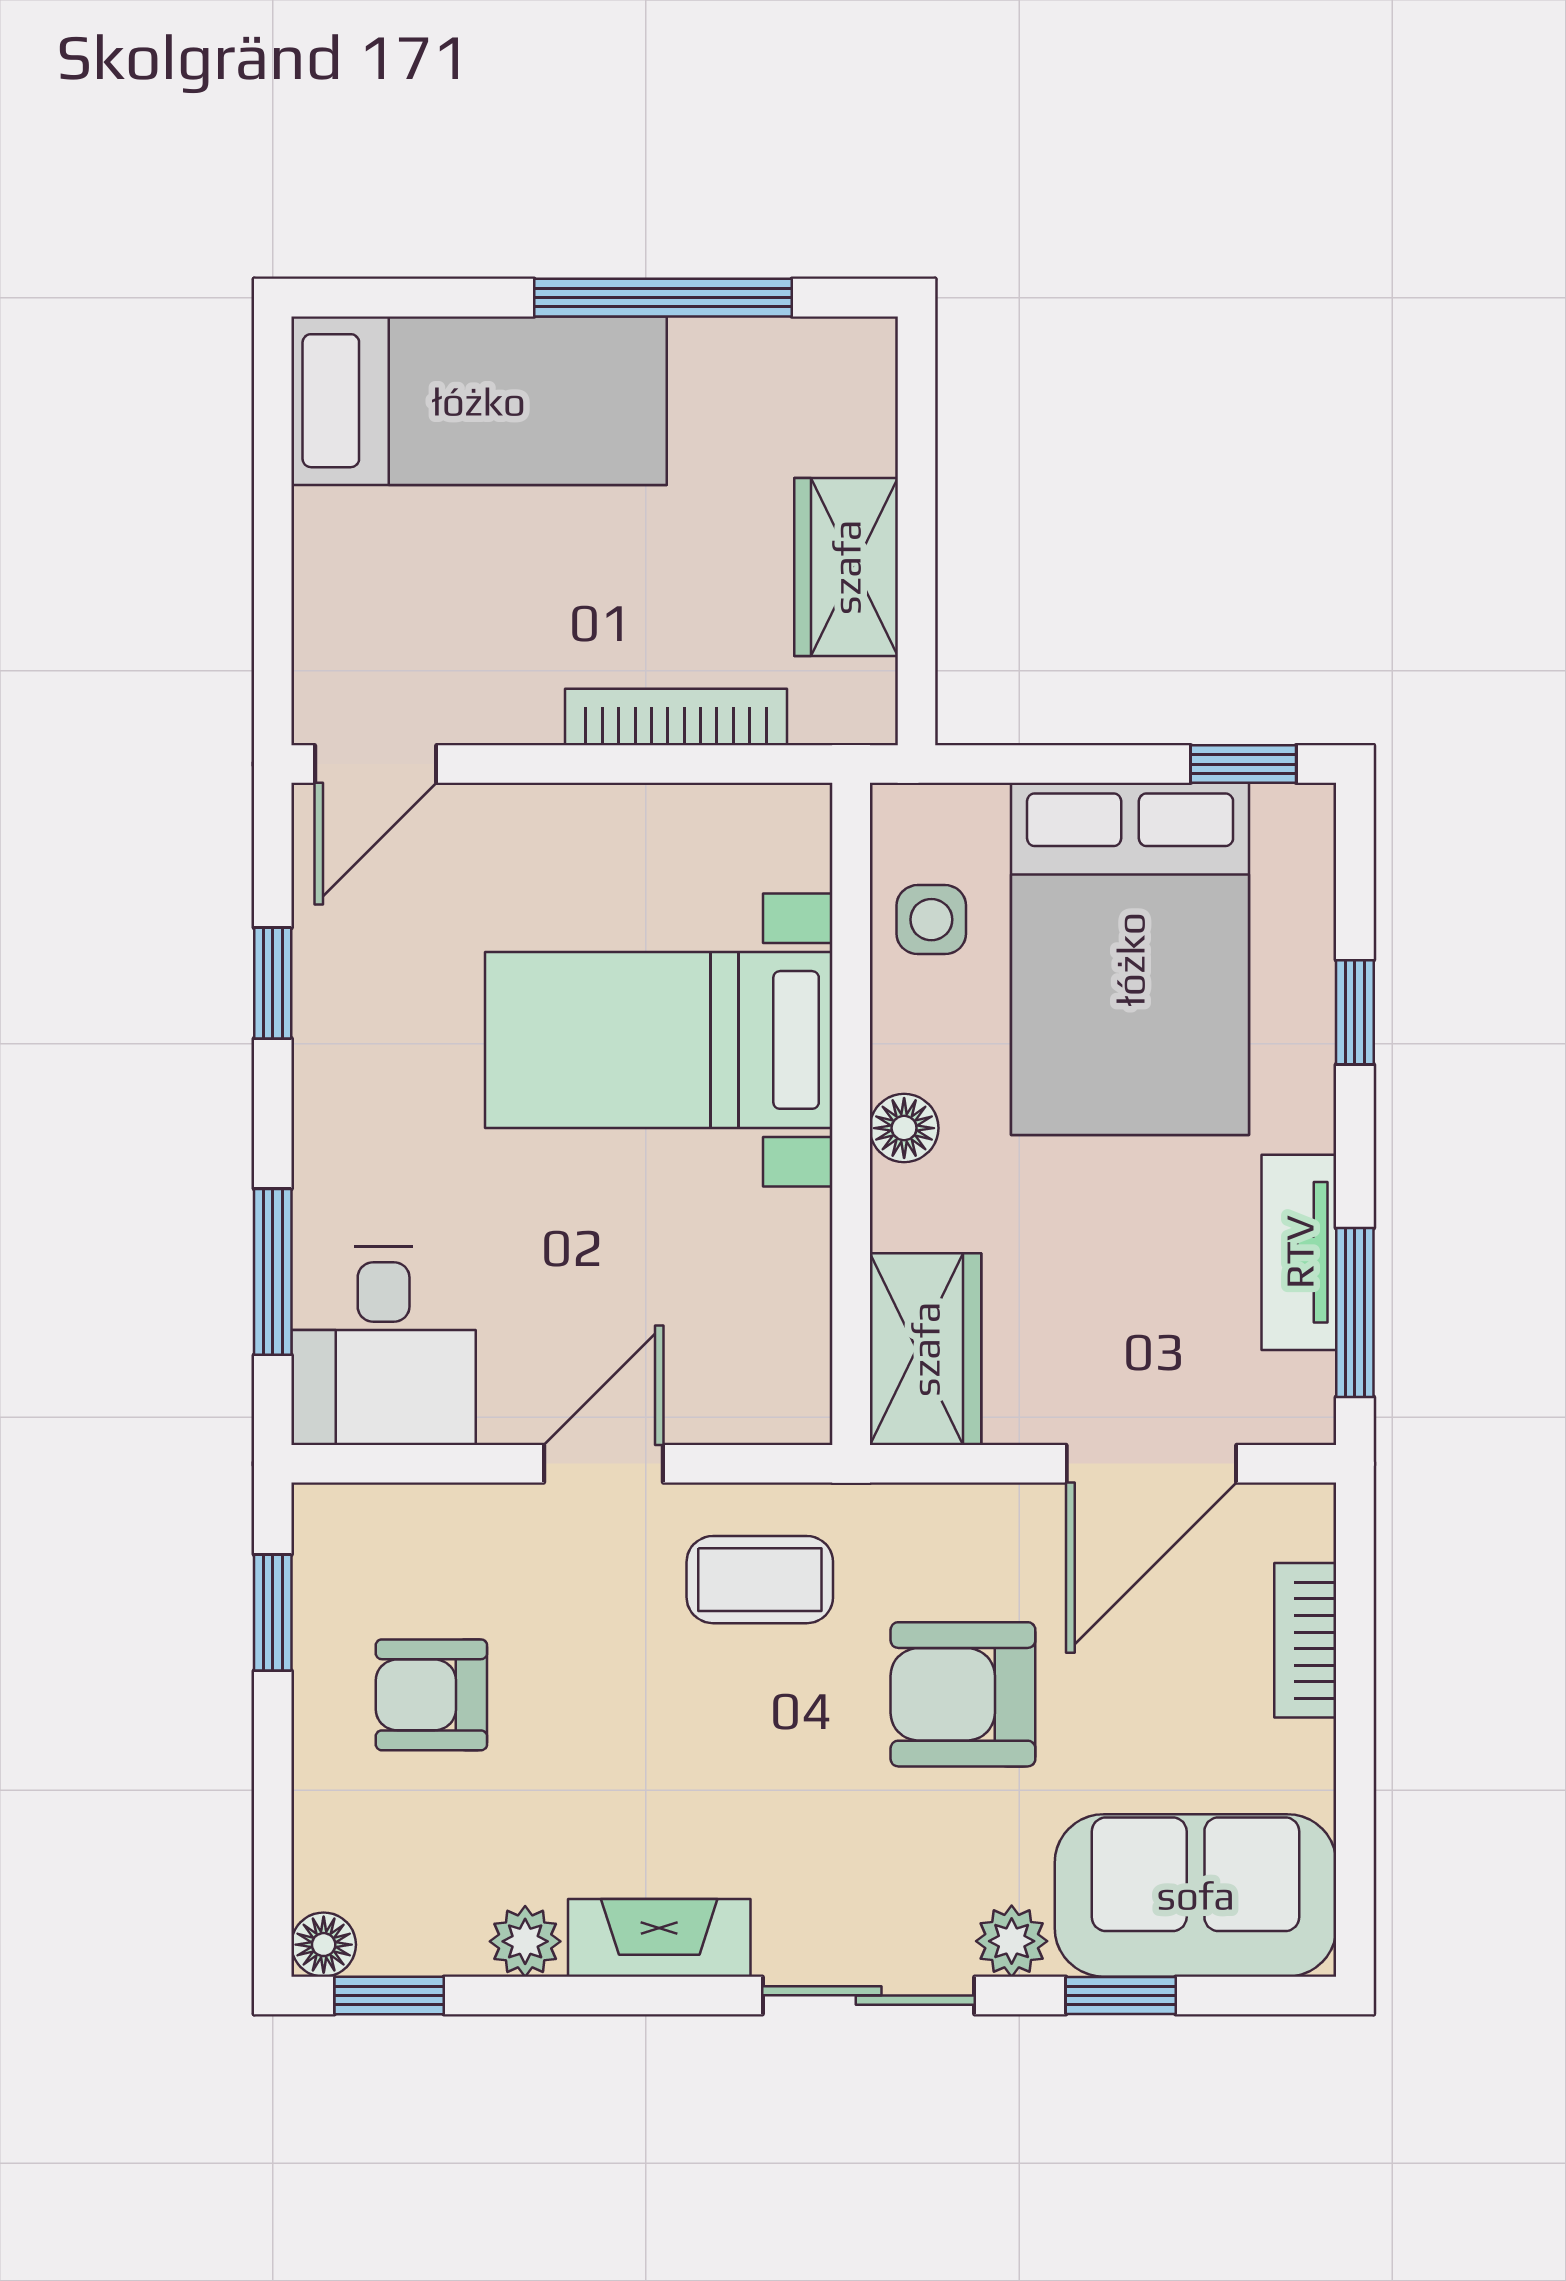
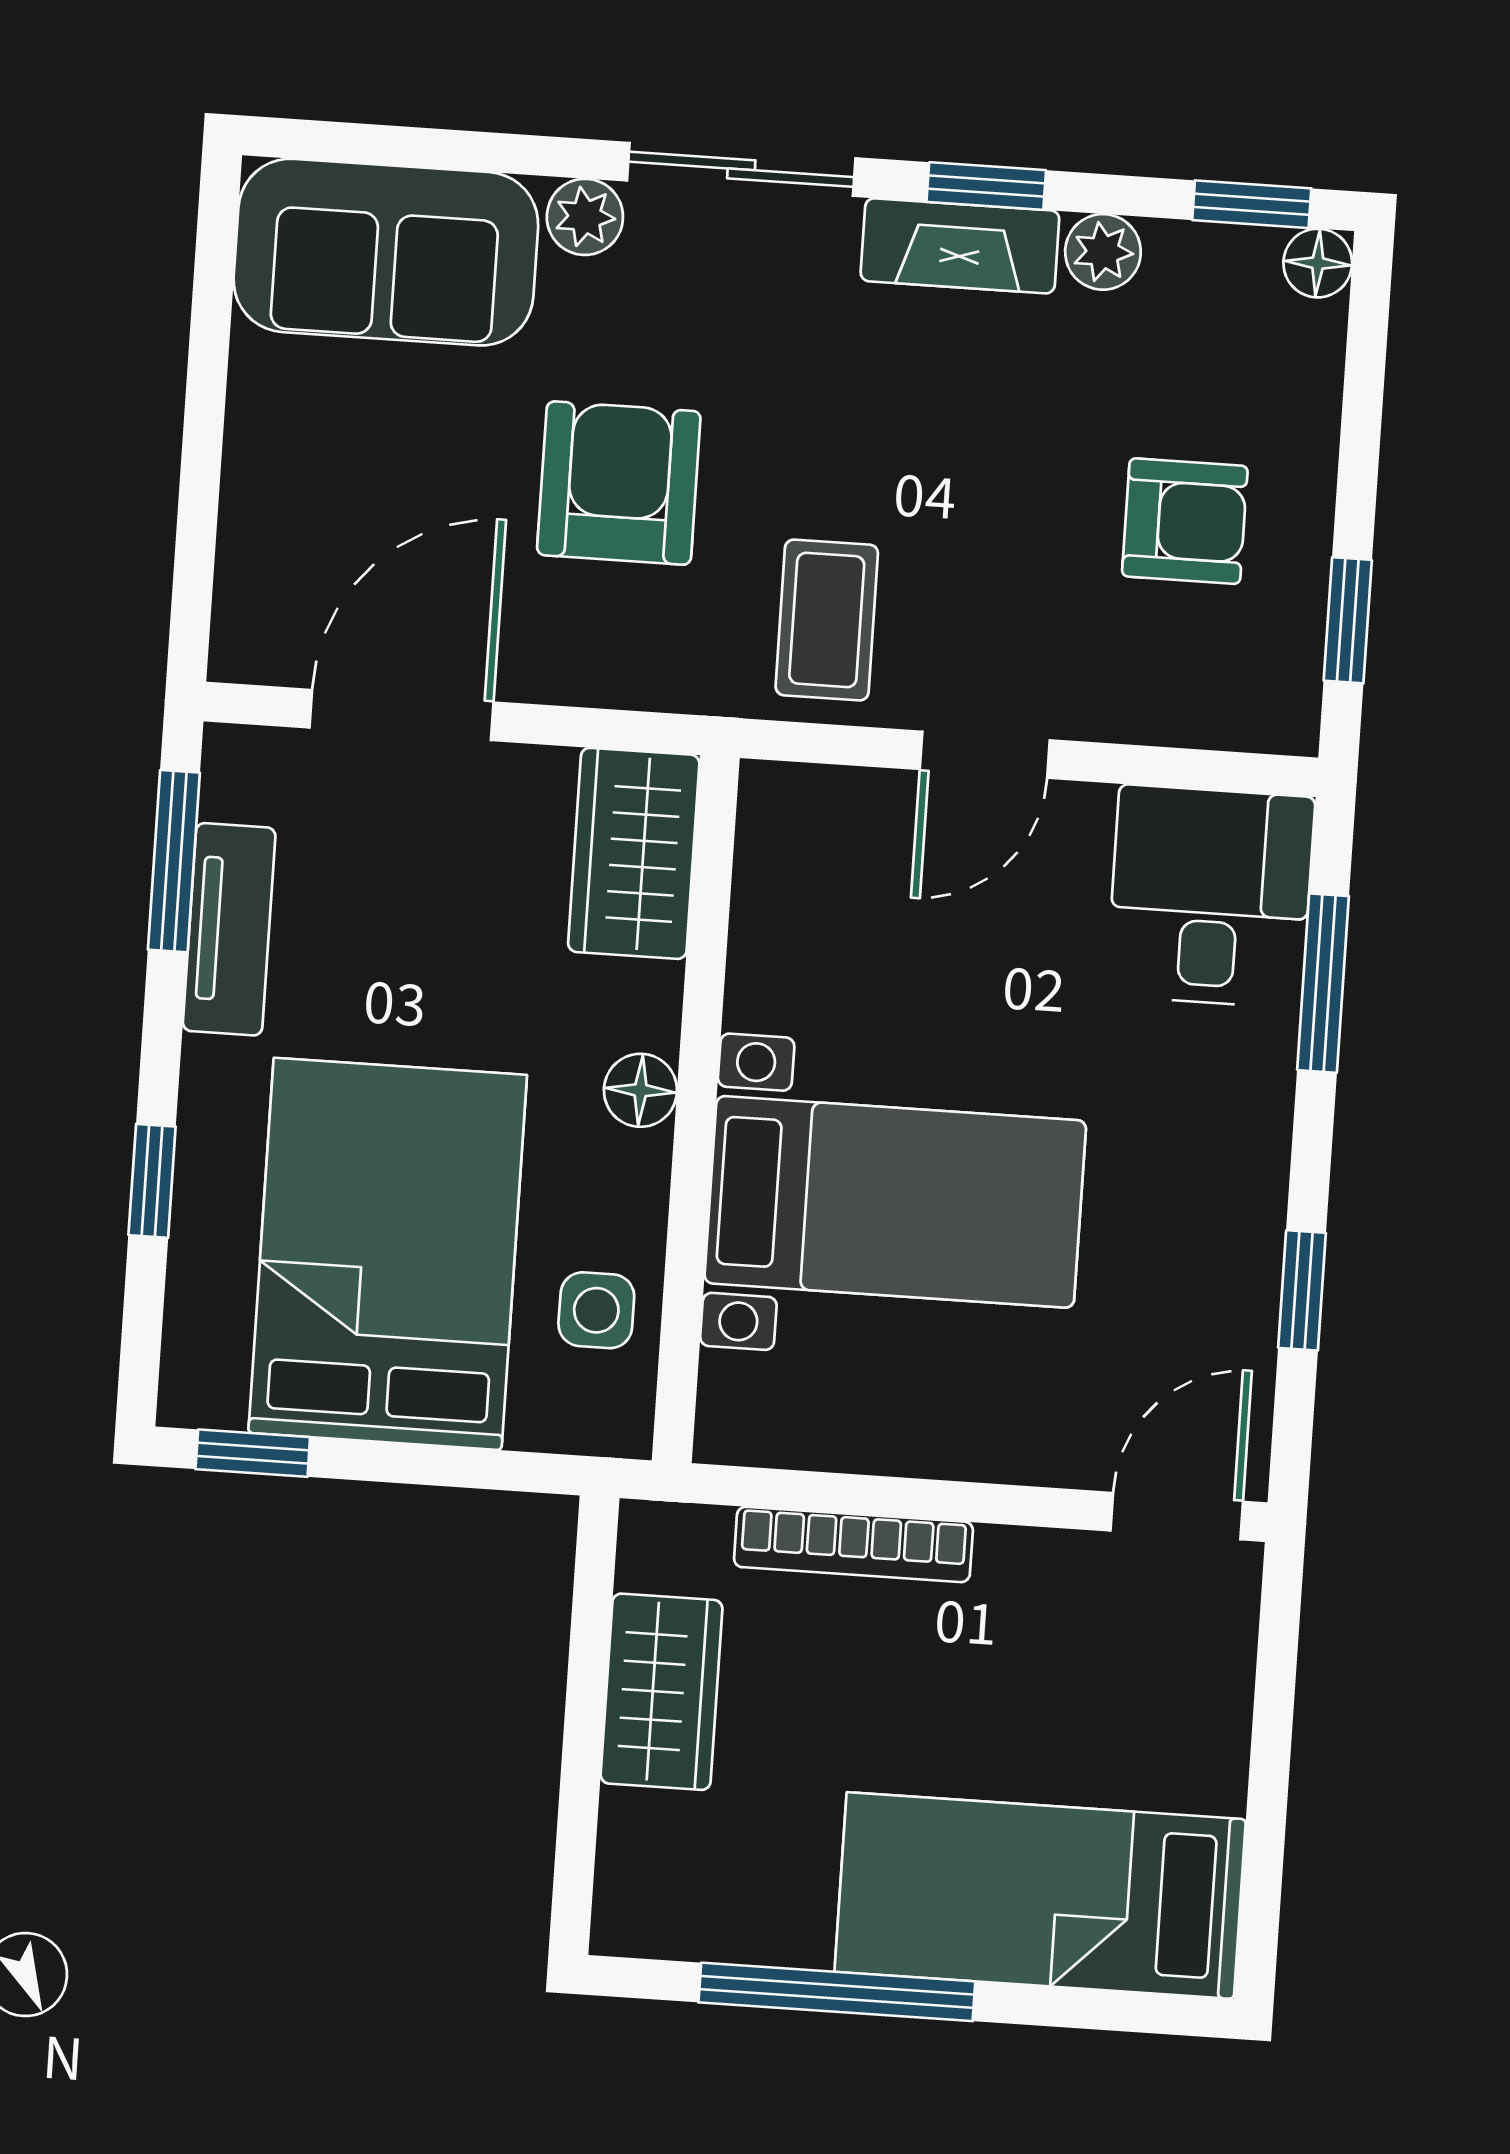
coffee table: (760, 1580) -> (827, 620), turned 90
bookcase: (1305, 1640) -> (251, 516), removed
armchair: (963, 1694) -> (619, 483), turned -90
window: (1121, 1995) -> (986, 186), moved

